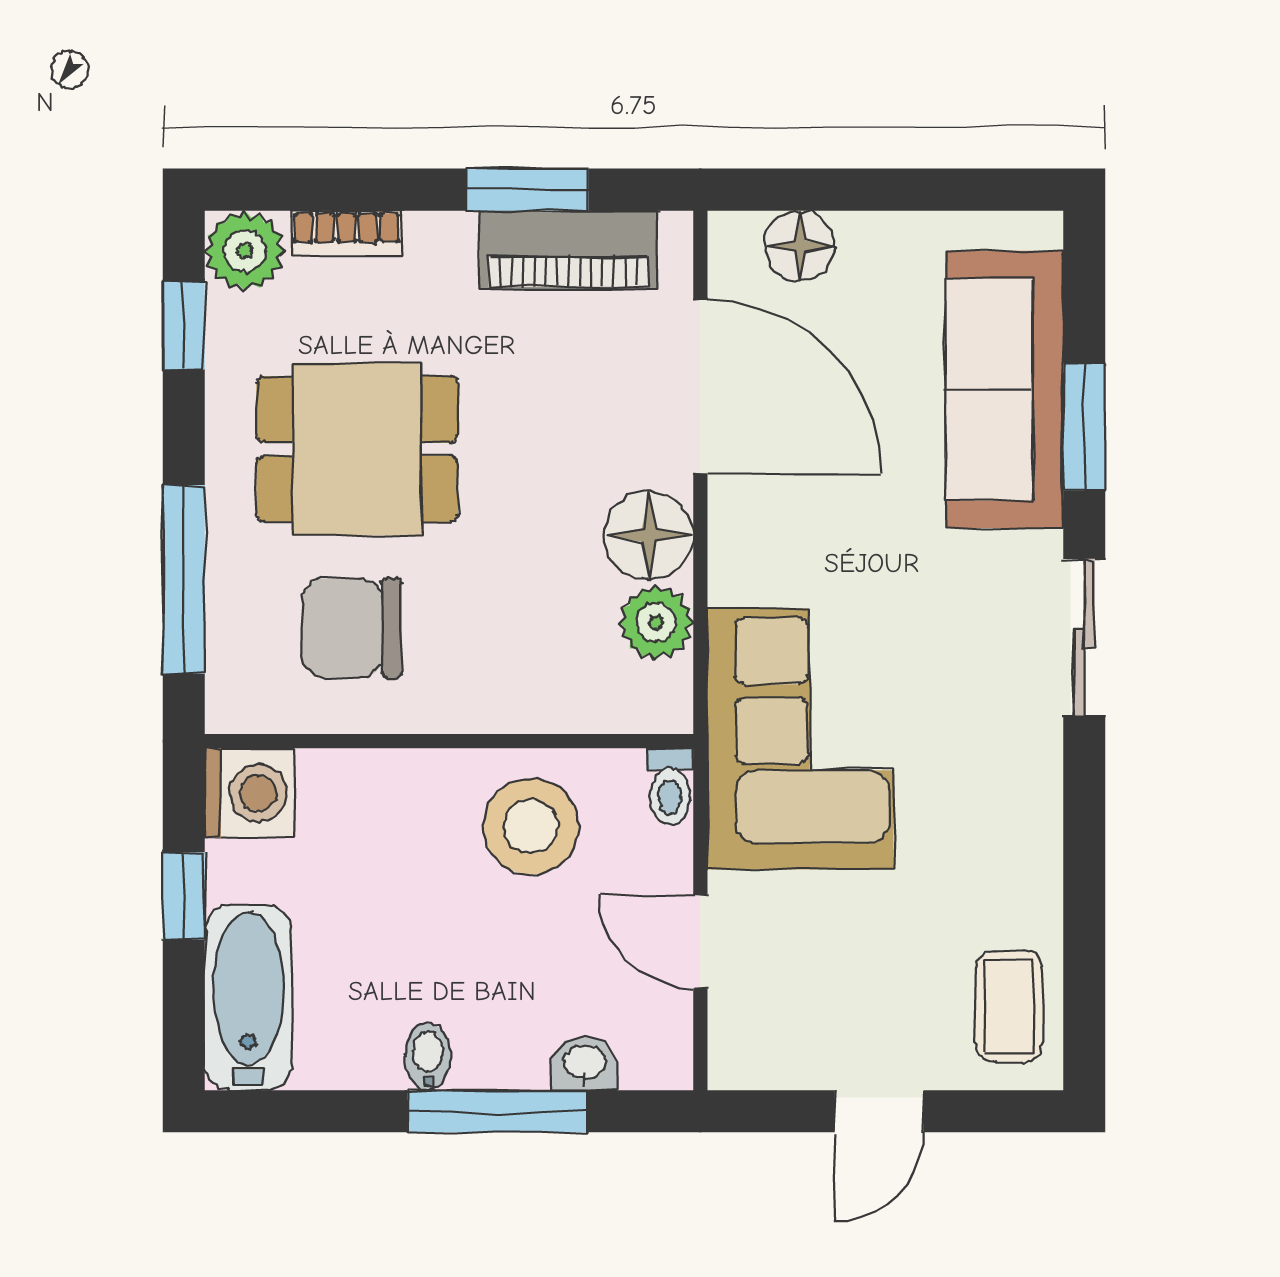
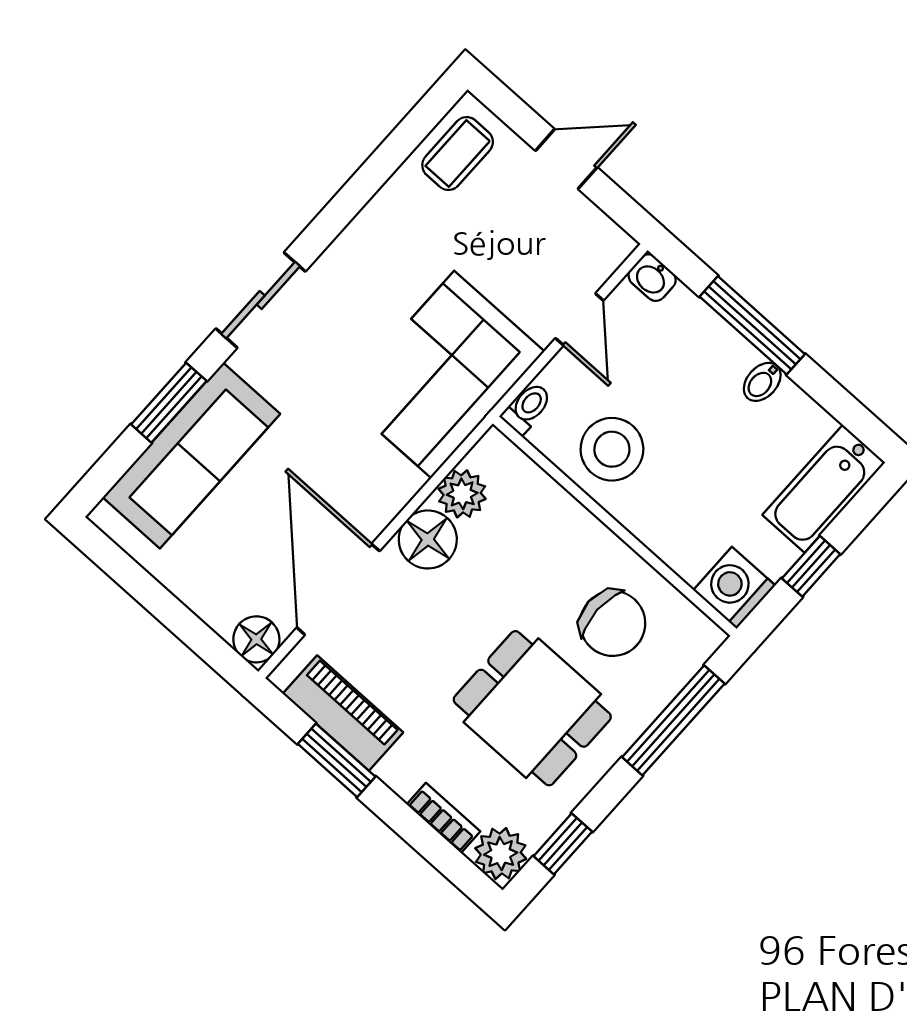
floor lamp: (800, 246) -> (256, 639), moved
washbasin: (585, 1063) -> (652, 278), moved

